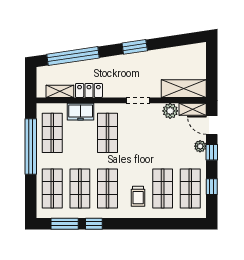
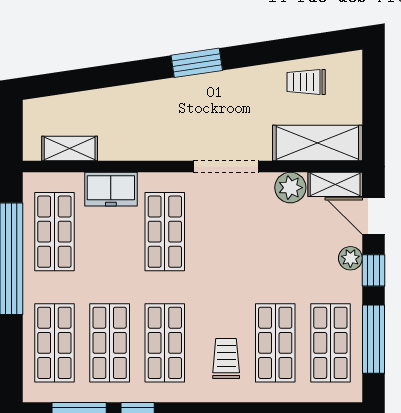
window: (135, 47) -> (197, 63), moved
window: (73, 56) -> (96, 78), removed
trolley: (178, 58) -> (306, 82), added
locker: (89, 90) -> (128, 147), removed
doorway: (138, 100) -> (226, 167), width x1.38
window: (212, 187) -> (374, 339), width x2.17
trolley: (138, 196) -> (226, 359), turned 180

